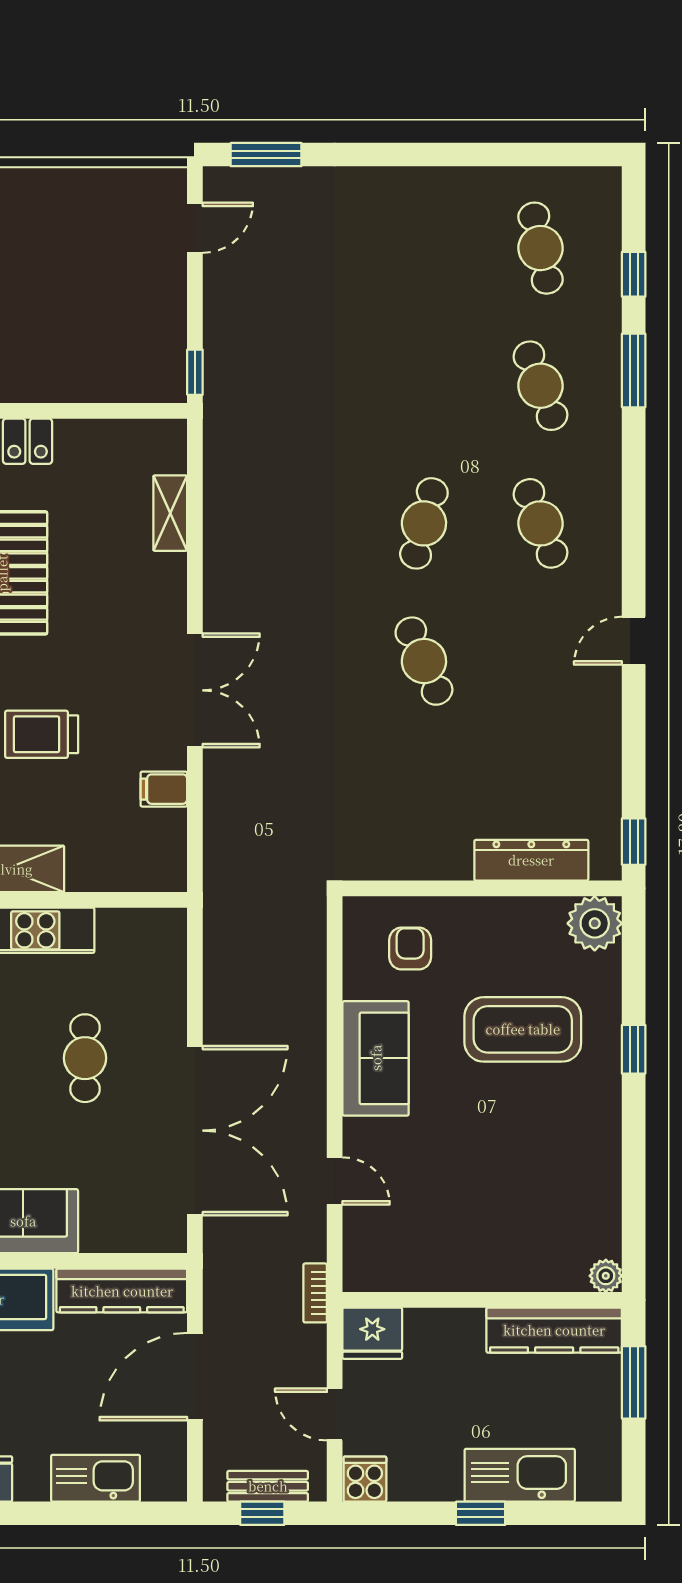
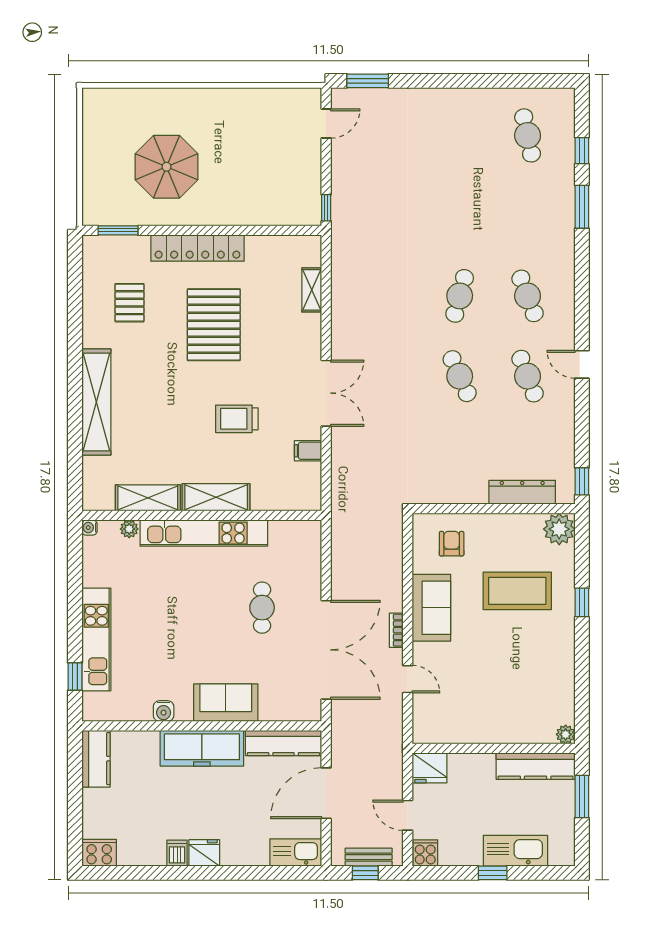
cafe table: (541, 386) -> (528, 376), moved
door: (634, 641) -> (582, 364), hinge flipped
bookcase: (315, 1293) -> (396, 630), moved
kitchen sink: (96, 1478) -> (296, 852), moved

